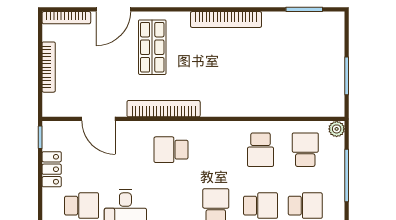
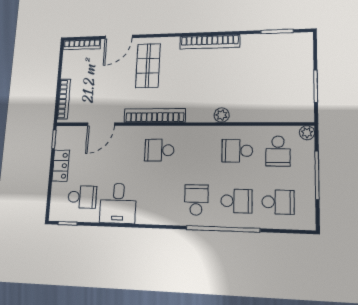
bookcase: (49, 67) -> (64, 99), moved
plant: (242, 108) -> (222, 115), added
door: (99, 119) -> (101, 124), hinge flipped
school desk: (261, 150) -> (237, 151), turned 90
school desk: (305, 150) -> (278, 151), turned 180

